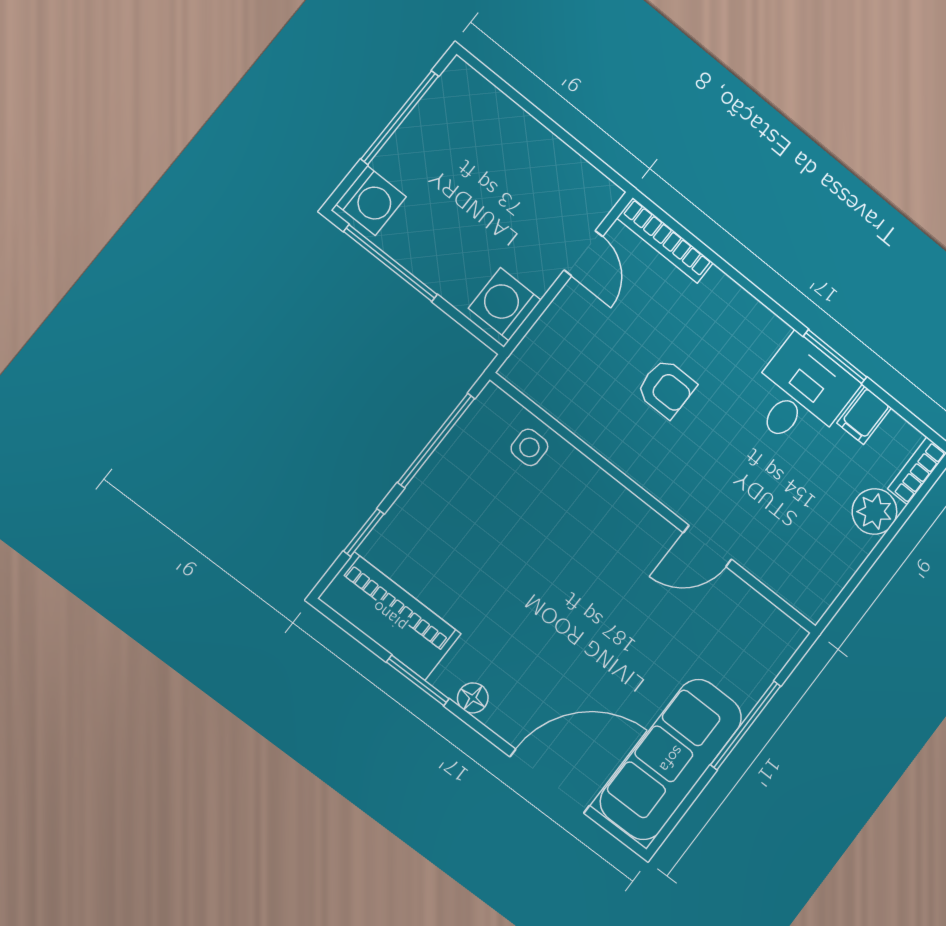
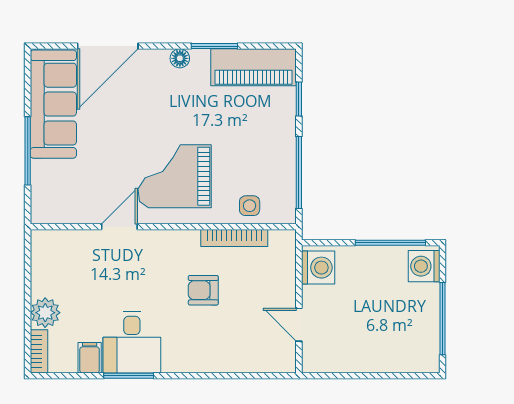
bookcase: (665, 240) -> (234, 238), moved, turned 180
grand piano: (593, 556) -> (175, 176), added

